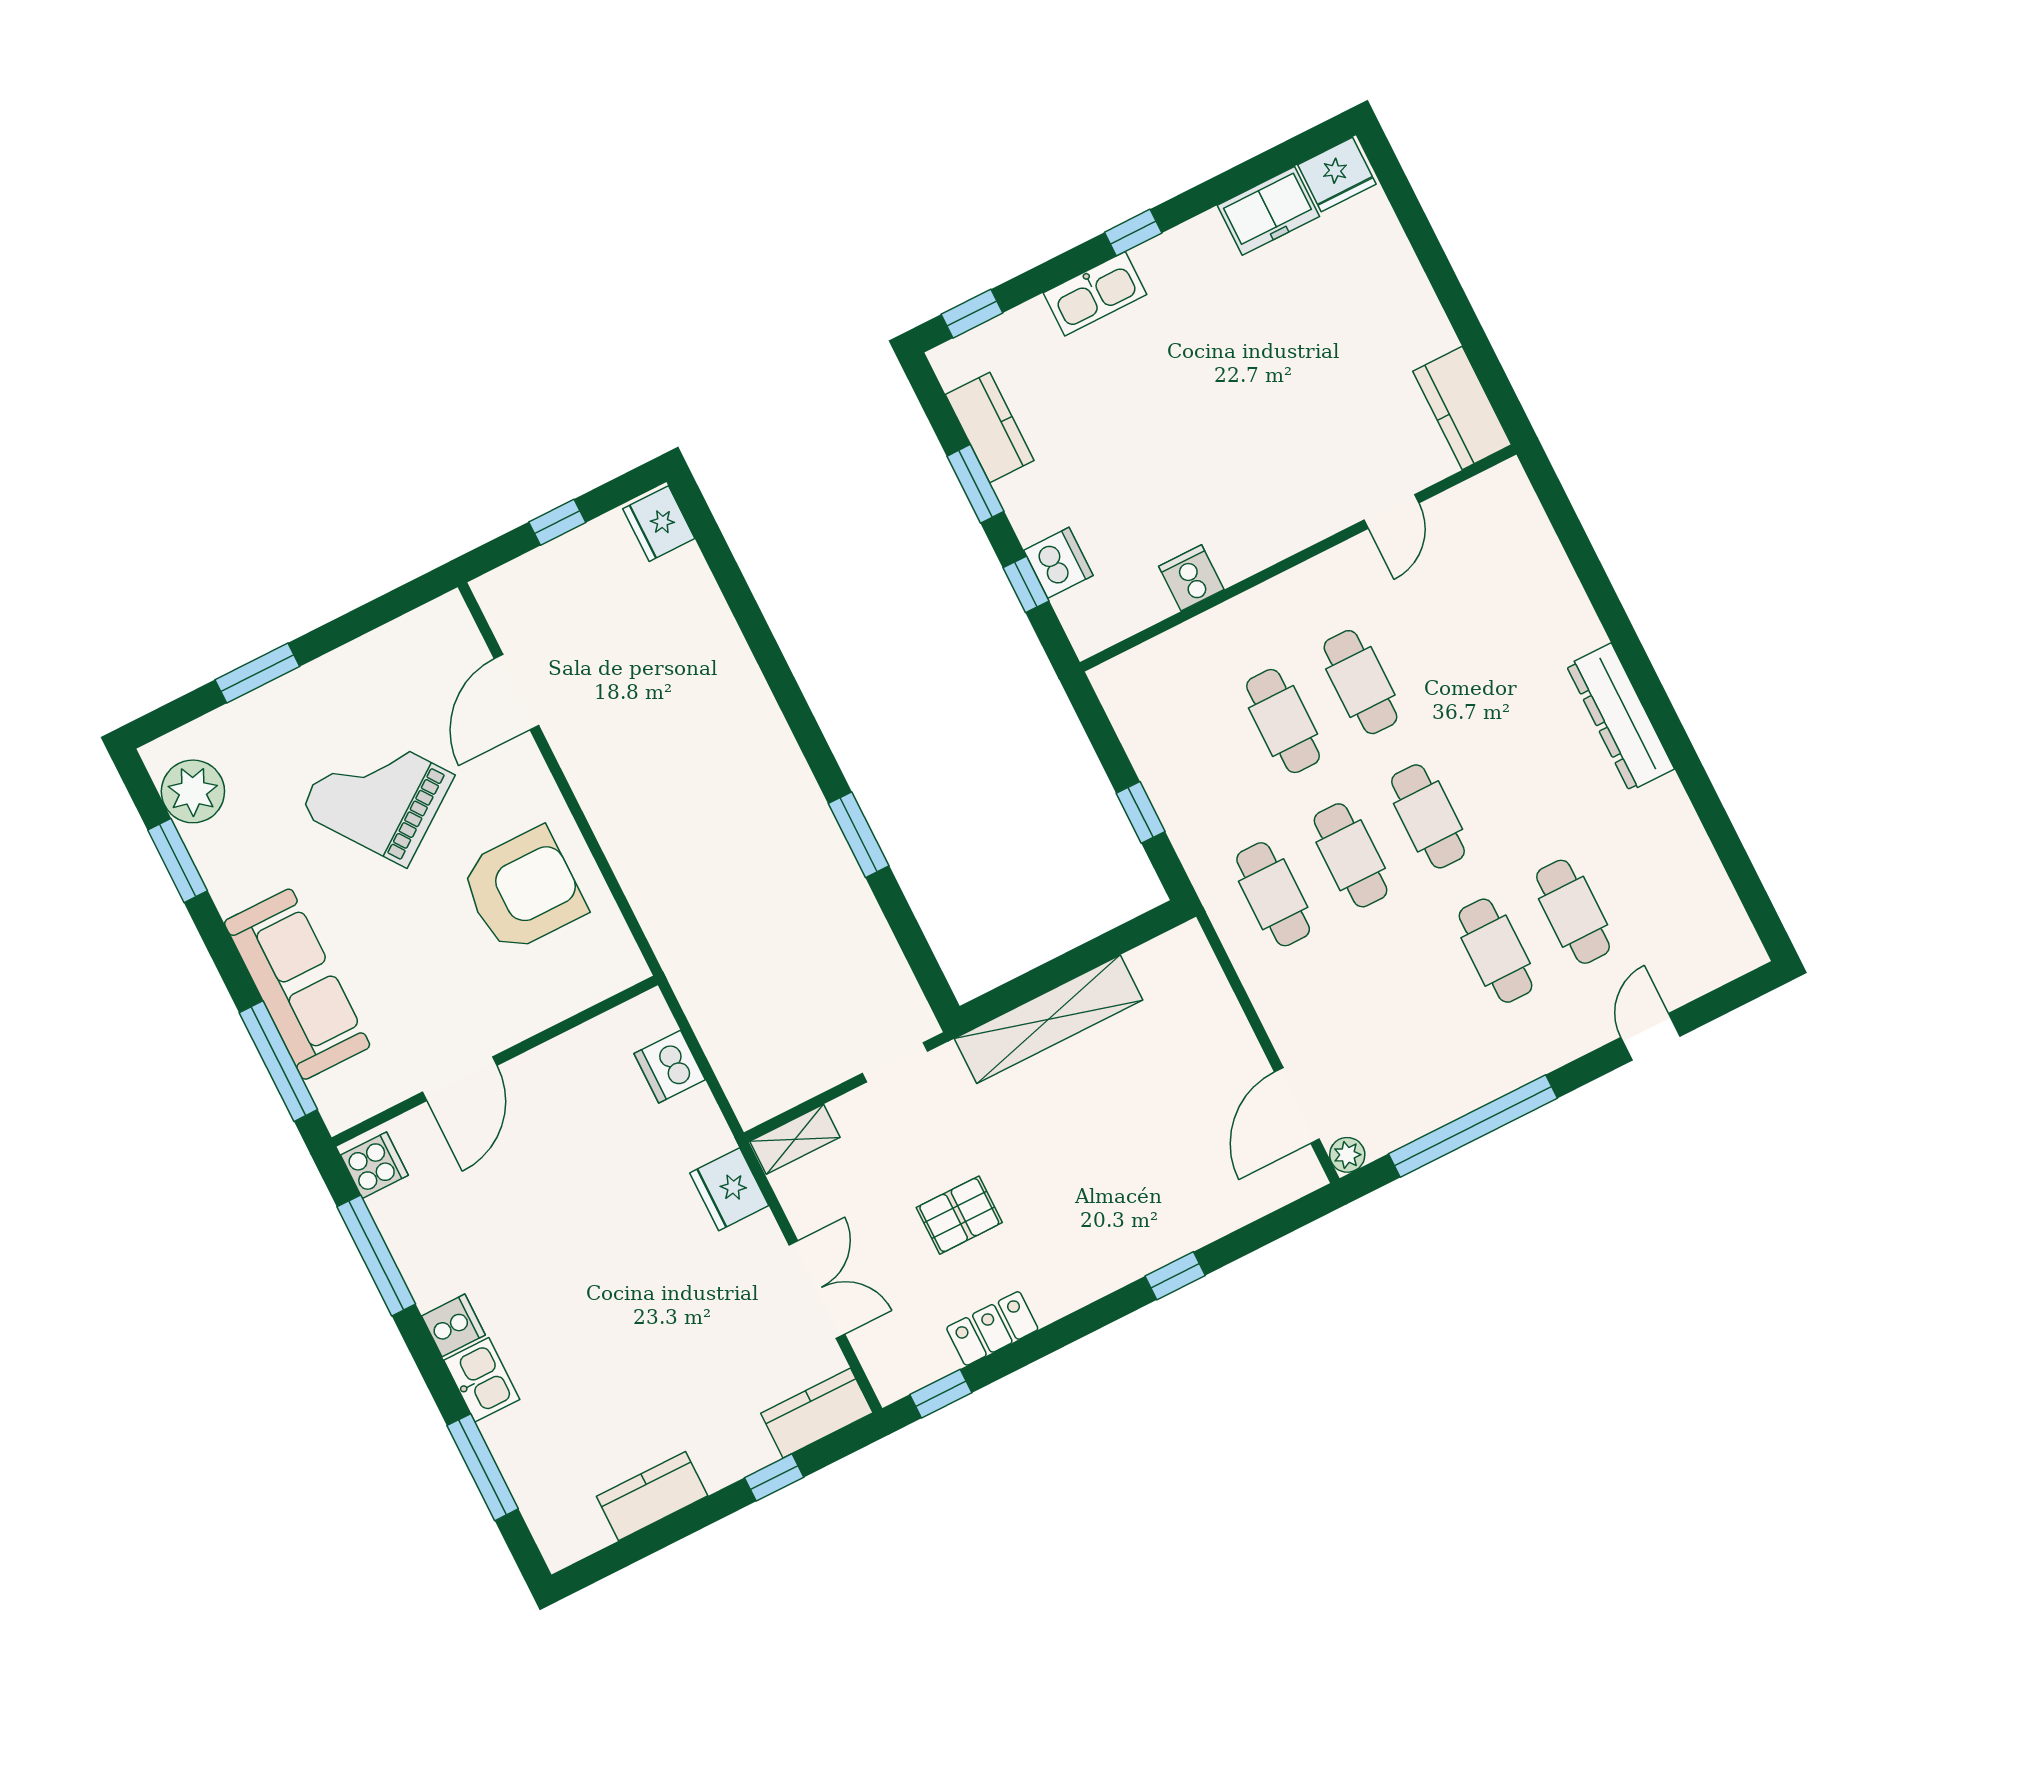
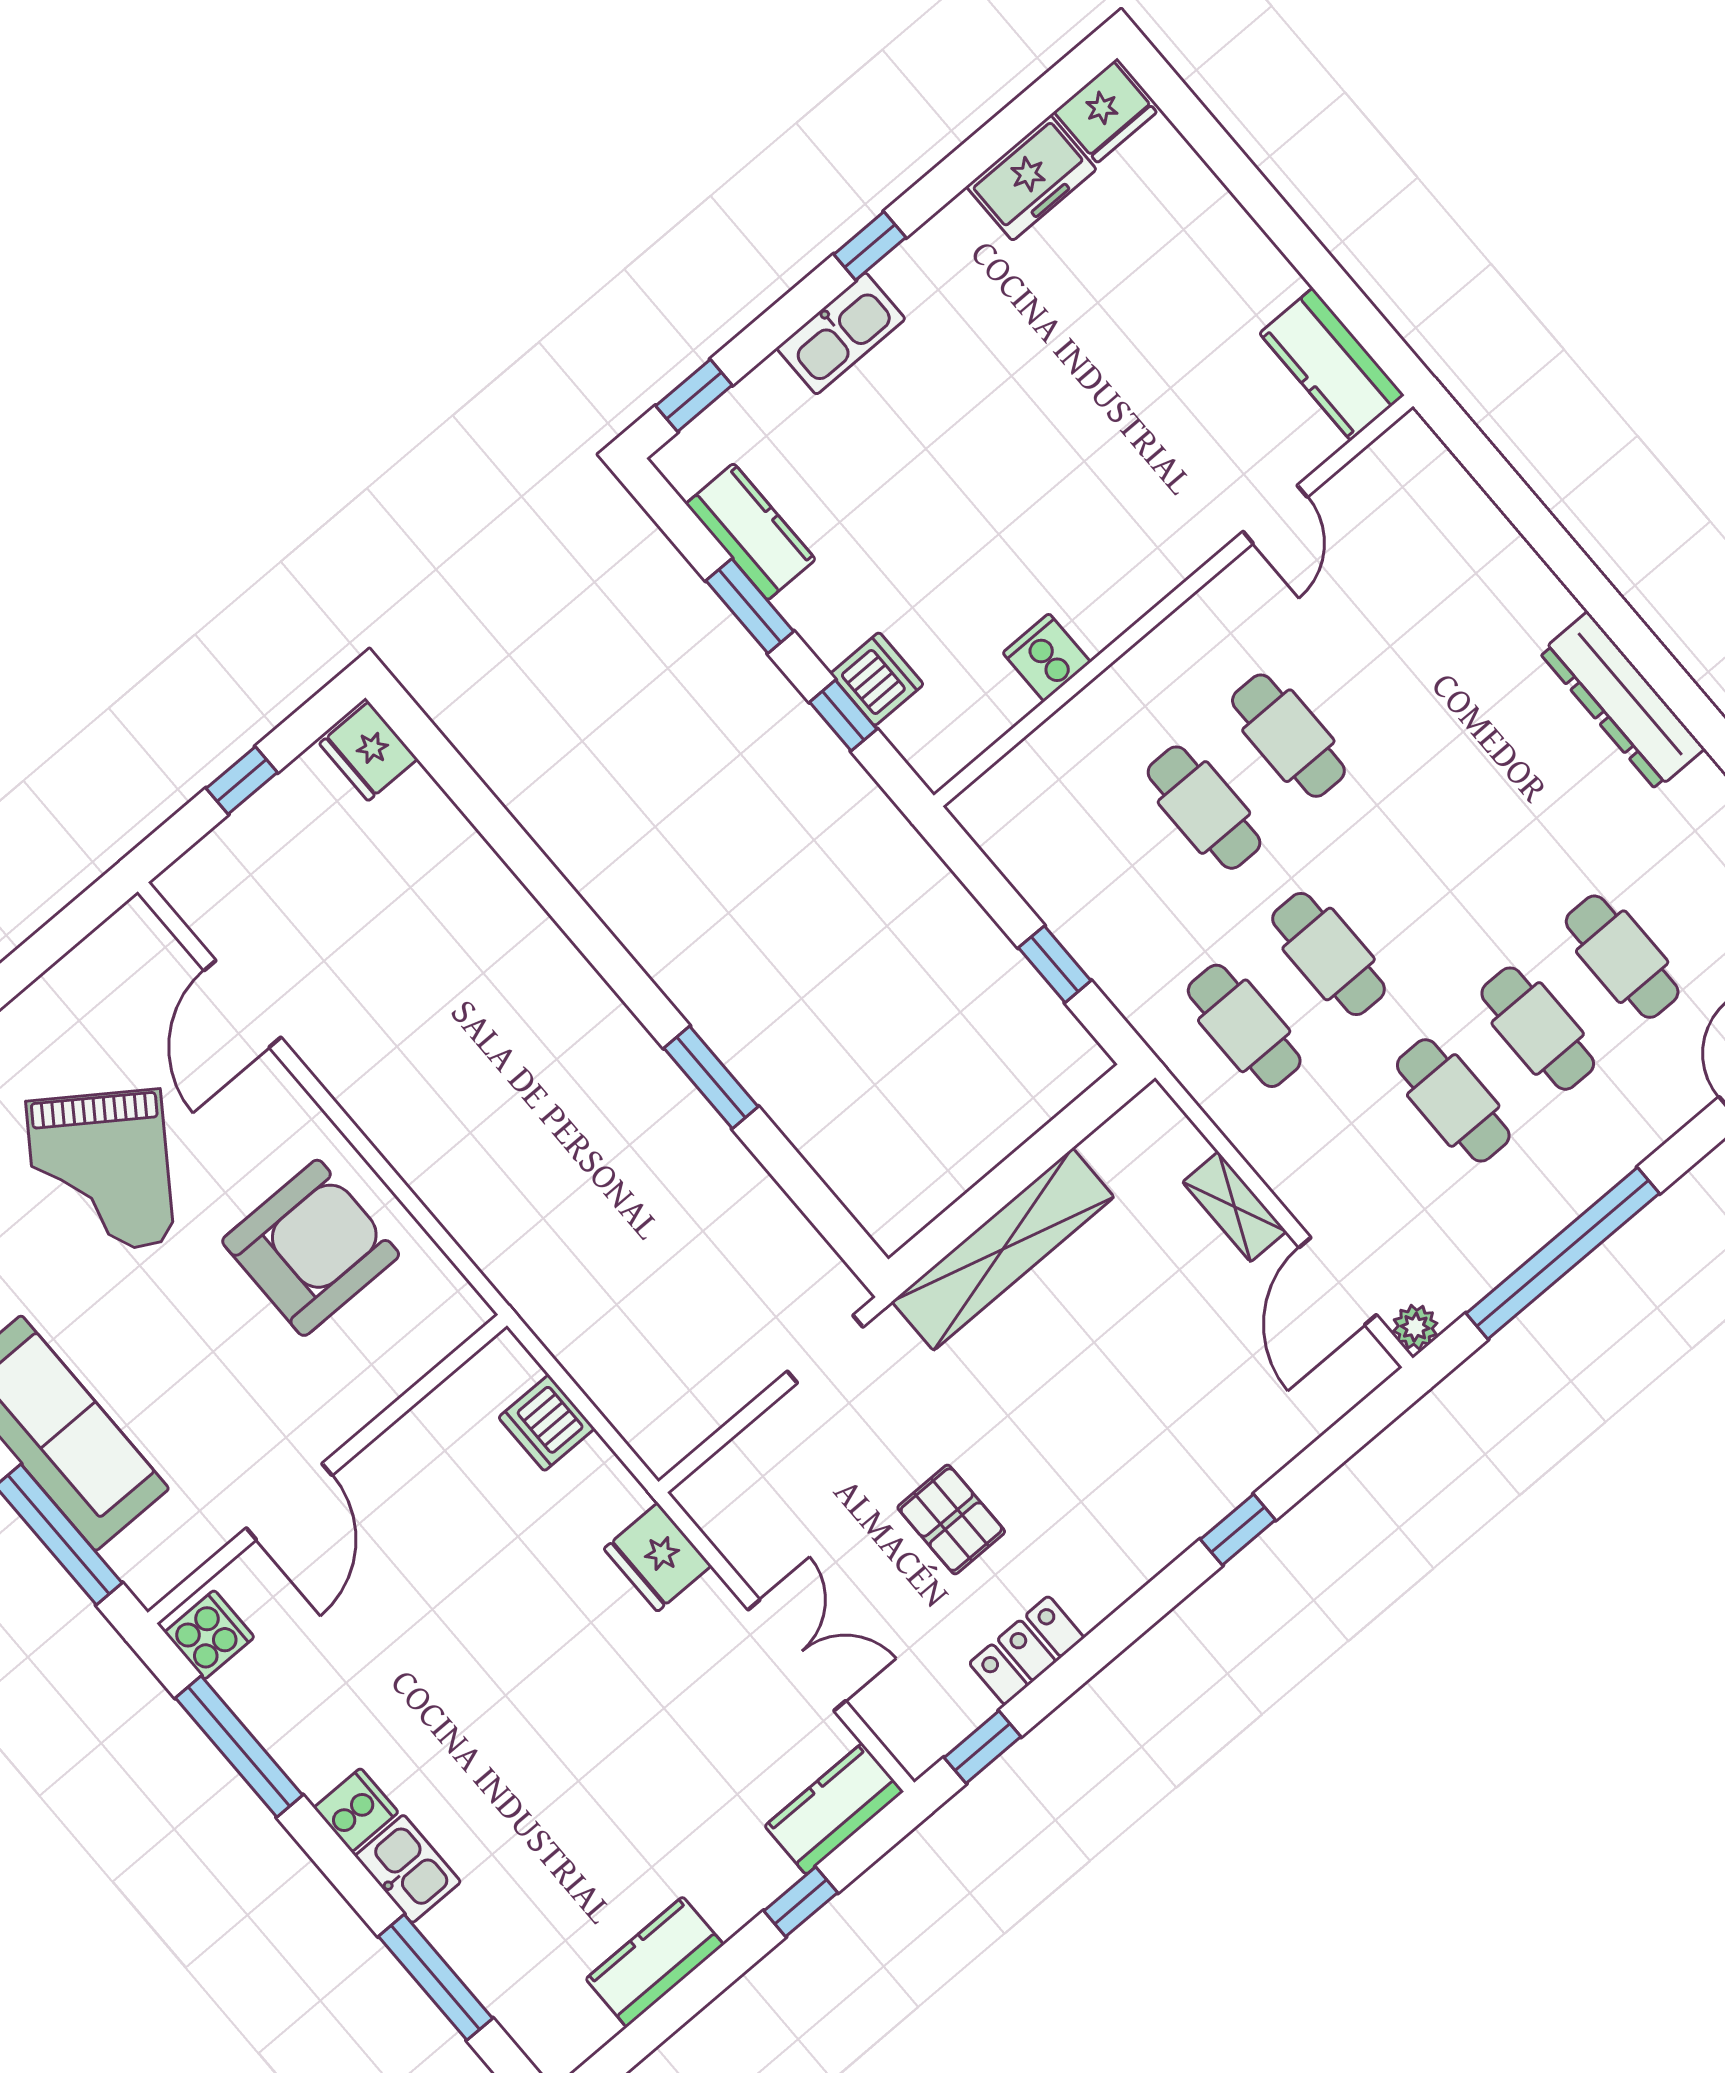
grand piano: (377, 794) -> (100, 1172), turned -109
cafe table: (1428, 816) -> (1453, 1100), moved
shelving: (795, 1139) -> (1234, 1207), moved, turned 90
pallet: (959, 1215) -> (951, 1520), turned 90

